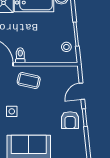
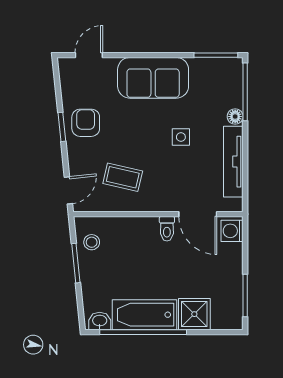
coffee table: (29, 81) -> (123, 177), moved
door: (82, 91) -> (68, 190), moved

